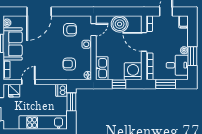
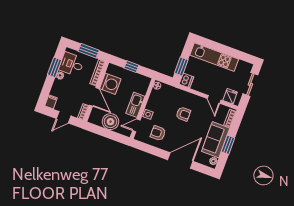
armchair: (69, 64) -> (183, 114), moved
kitchen sink: (102, 68) -> (135, 105), moved
washing machine: (133, 71) -> (110, 84), moved, turned -90
door: (28, 82) -> (214, 99), hinge flipped

